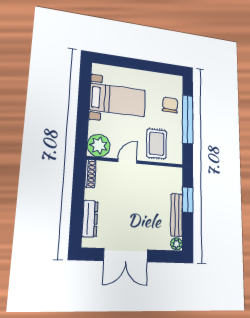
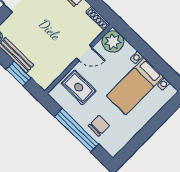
chair: (170, 105) -> (99, 126), turned -93
door: (127, 161) -> (84, 53), hinge flipped

